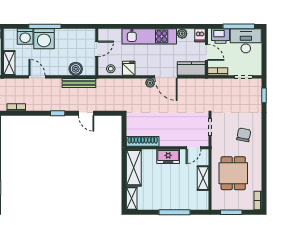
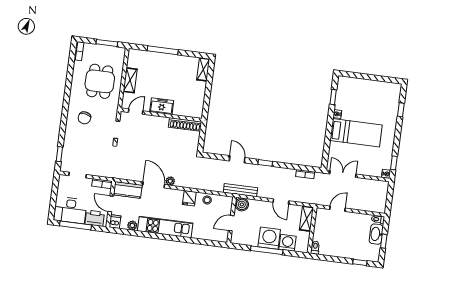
door: (97, 49) -> (231, 223), moved
wall: (97, 52) -> (232, 220), moved
shelving: (134, 168) -> (197, 100), removed

